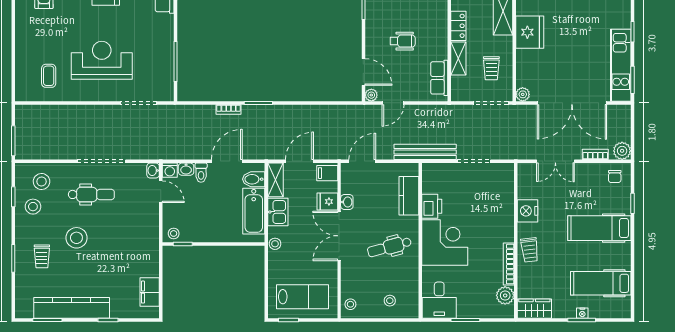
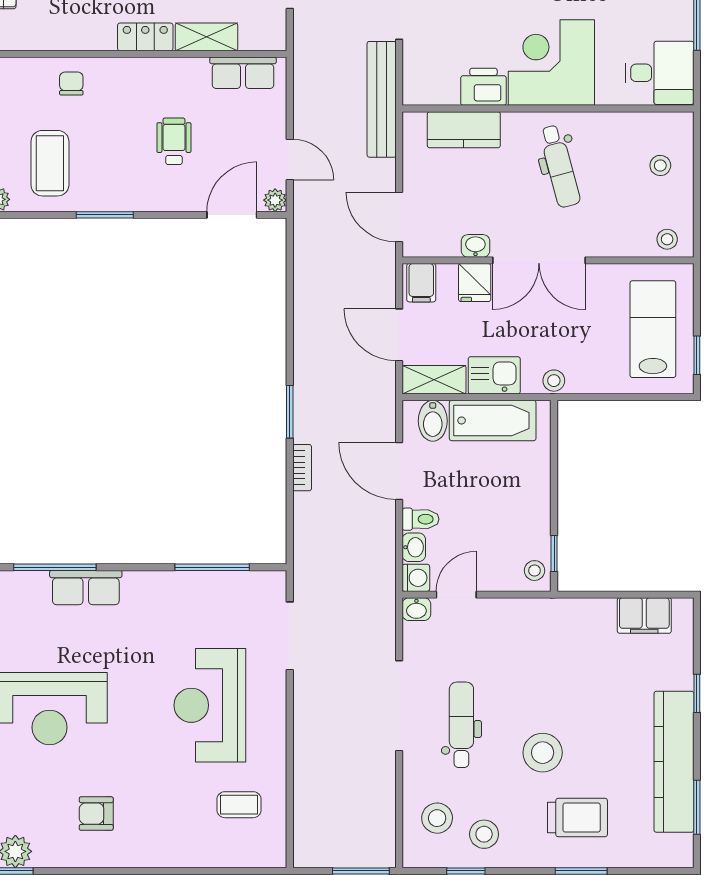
trolley: (42, 256) -> (577, 817), width x1.36, depth x1.39

